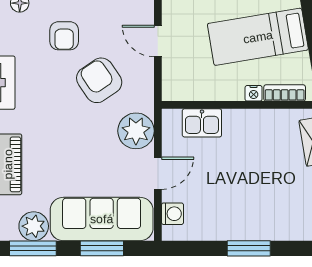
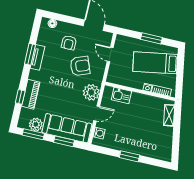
armchair: (99, 80) -> (80, 66), turned 103

